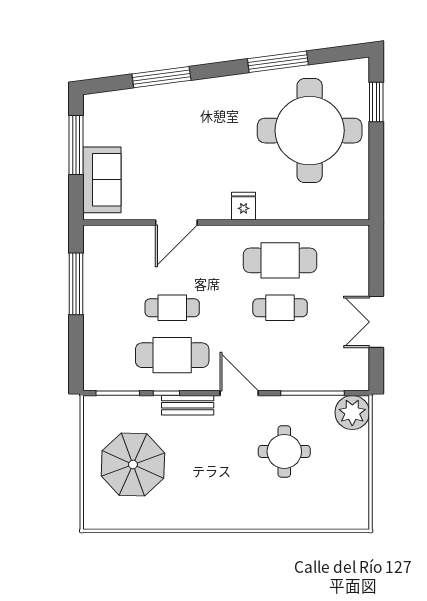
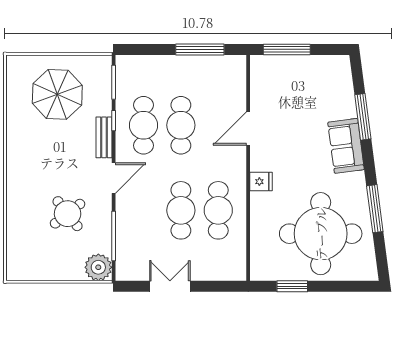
window: (376, 102) -> (292, 286), moved
window: (76, 145) -> (287, 49), moved
sofa: (102, 180) -> (346, 146), moved, turned 83
door: (176, 222) -> (248, 128), hinge flipped
cafe table: (172, 308) -> (181, 125), width x1.37, depth x1.35
cafe table: (280, 308) -> (181, 210), width x1.37, depth x1.35
round table: (284, 451) -> (68, 214), turned -38

